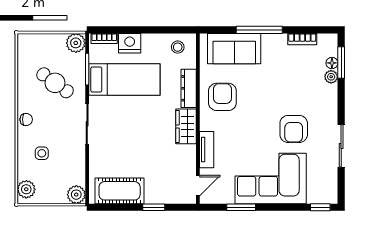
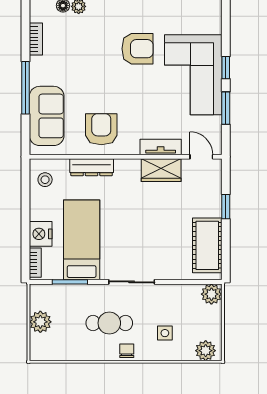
plant: (76, 43) -> (40, 322), moved
cafe table: (55, 83) -> (109, 323), moved, turned 54
armchair: (222, 97) -> (101, 129), turned 90
wardrobe: (186, 126) -> (161, 170), moved
window: (320, 207) -> (226, 68), moved

